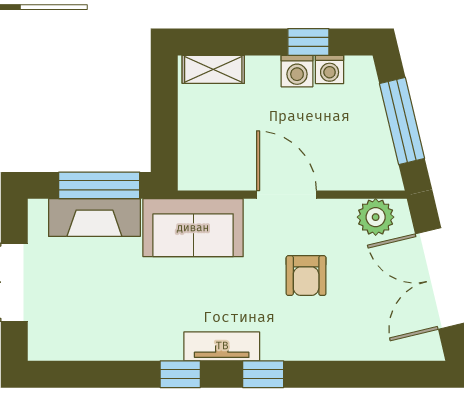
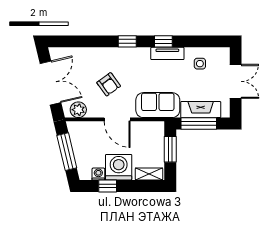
washing machine: (297, 71) -> (119, 167), width x1.89, depth x1.89
window: (164, 126) -> (170, 149), added
armchair: (306, 276) -> (109, 84), turned 144
side table: (96, 323) -> (200, 64), added
tv unit: (222, 346) -> (167, 53), moved

